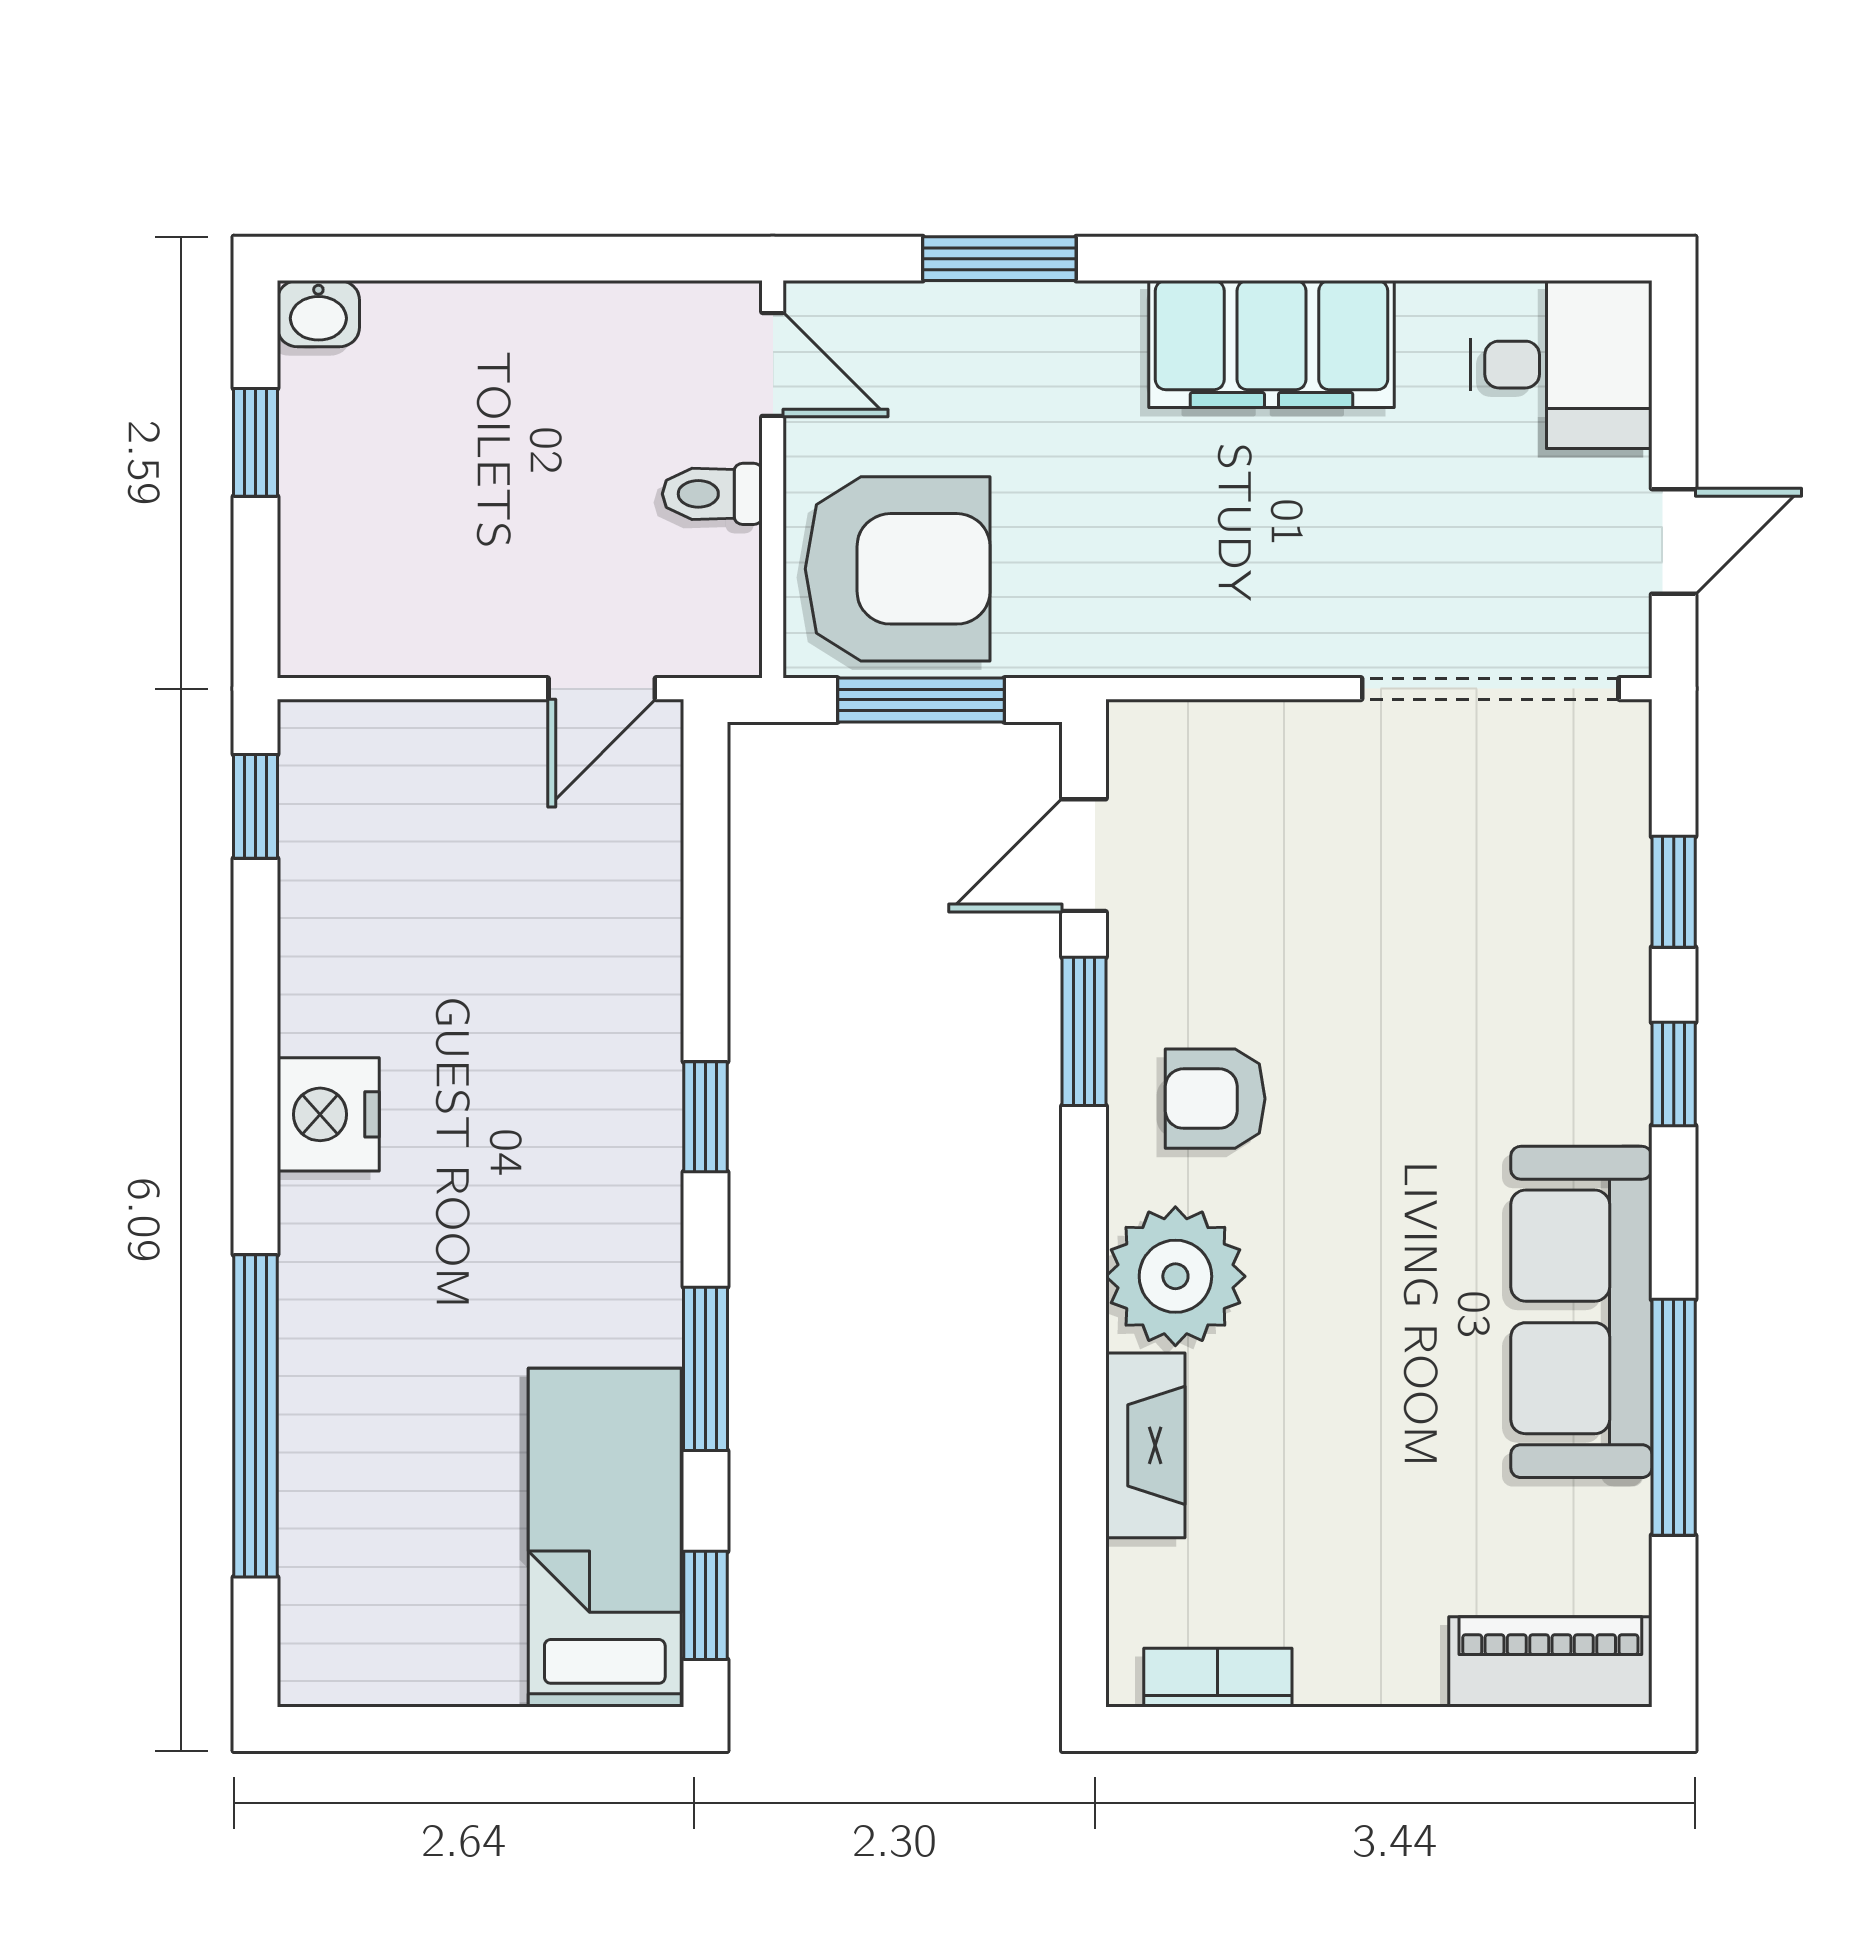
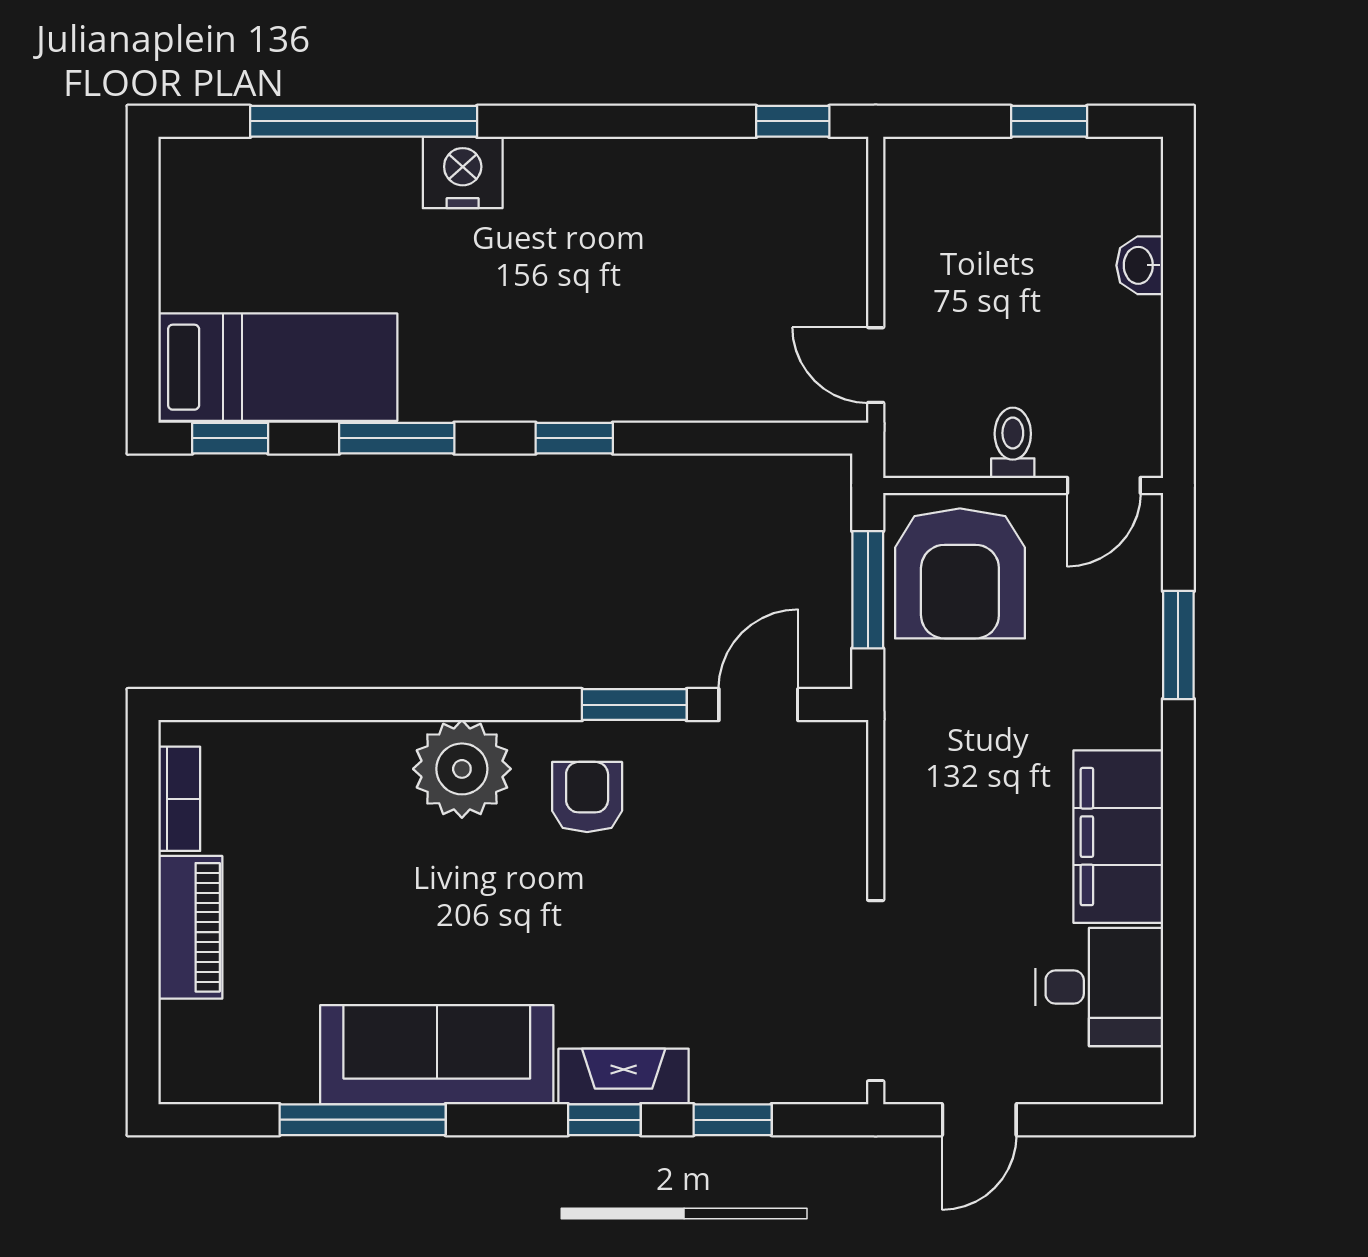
washbasin: (318, 314) -> (1140, 265), moved
desk: (1561, 365) -> (1099, 987), moved, turned -90
door: (1674, 541) -> (979, 1120), hinge flipped
door: (1084, 855) -> (758, 705), hinge flipped
nightstand: (328, 1114) -> (463, 172), moved
fireplace: (1145, 1445) -> (624, 1076), moved, turned 180
piano: (1550, 1662) -> (190, 927), moved

